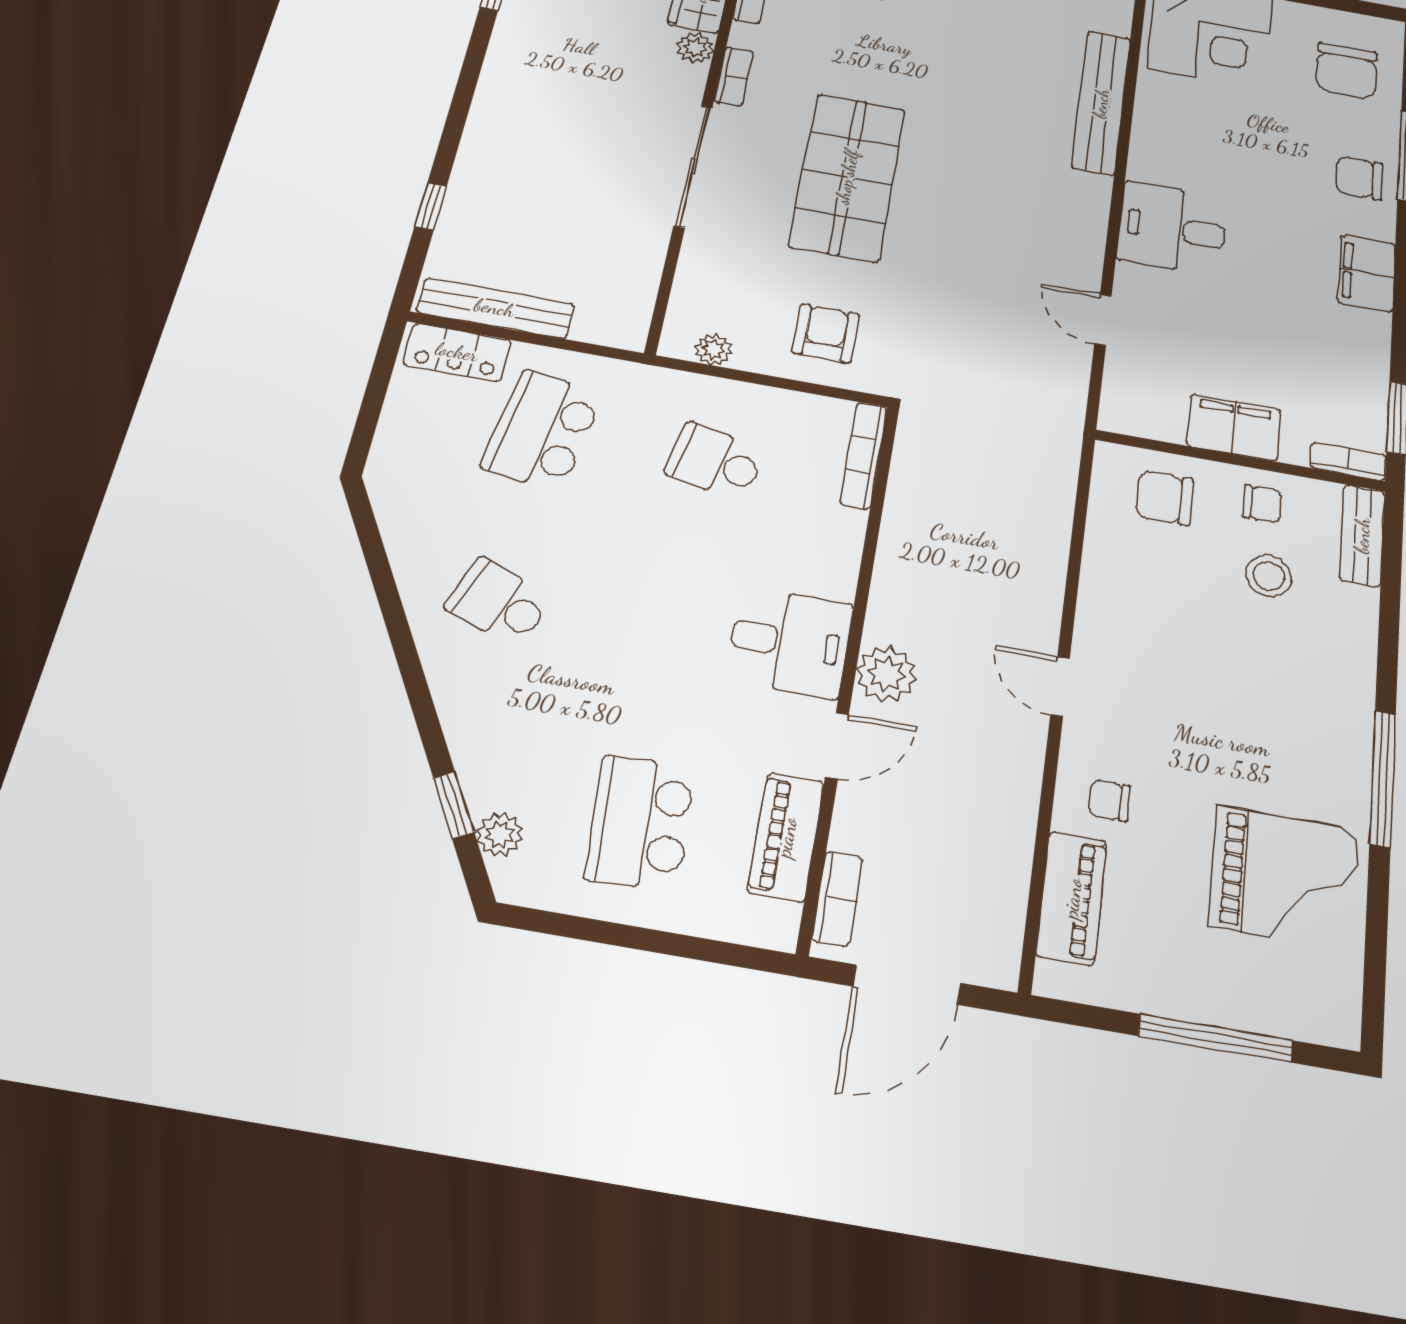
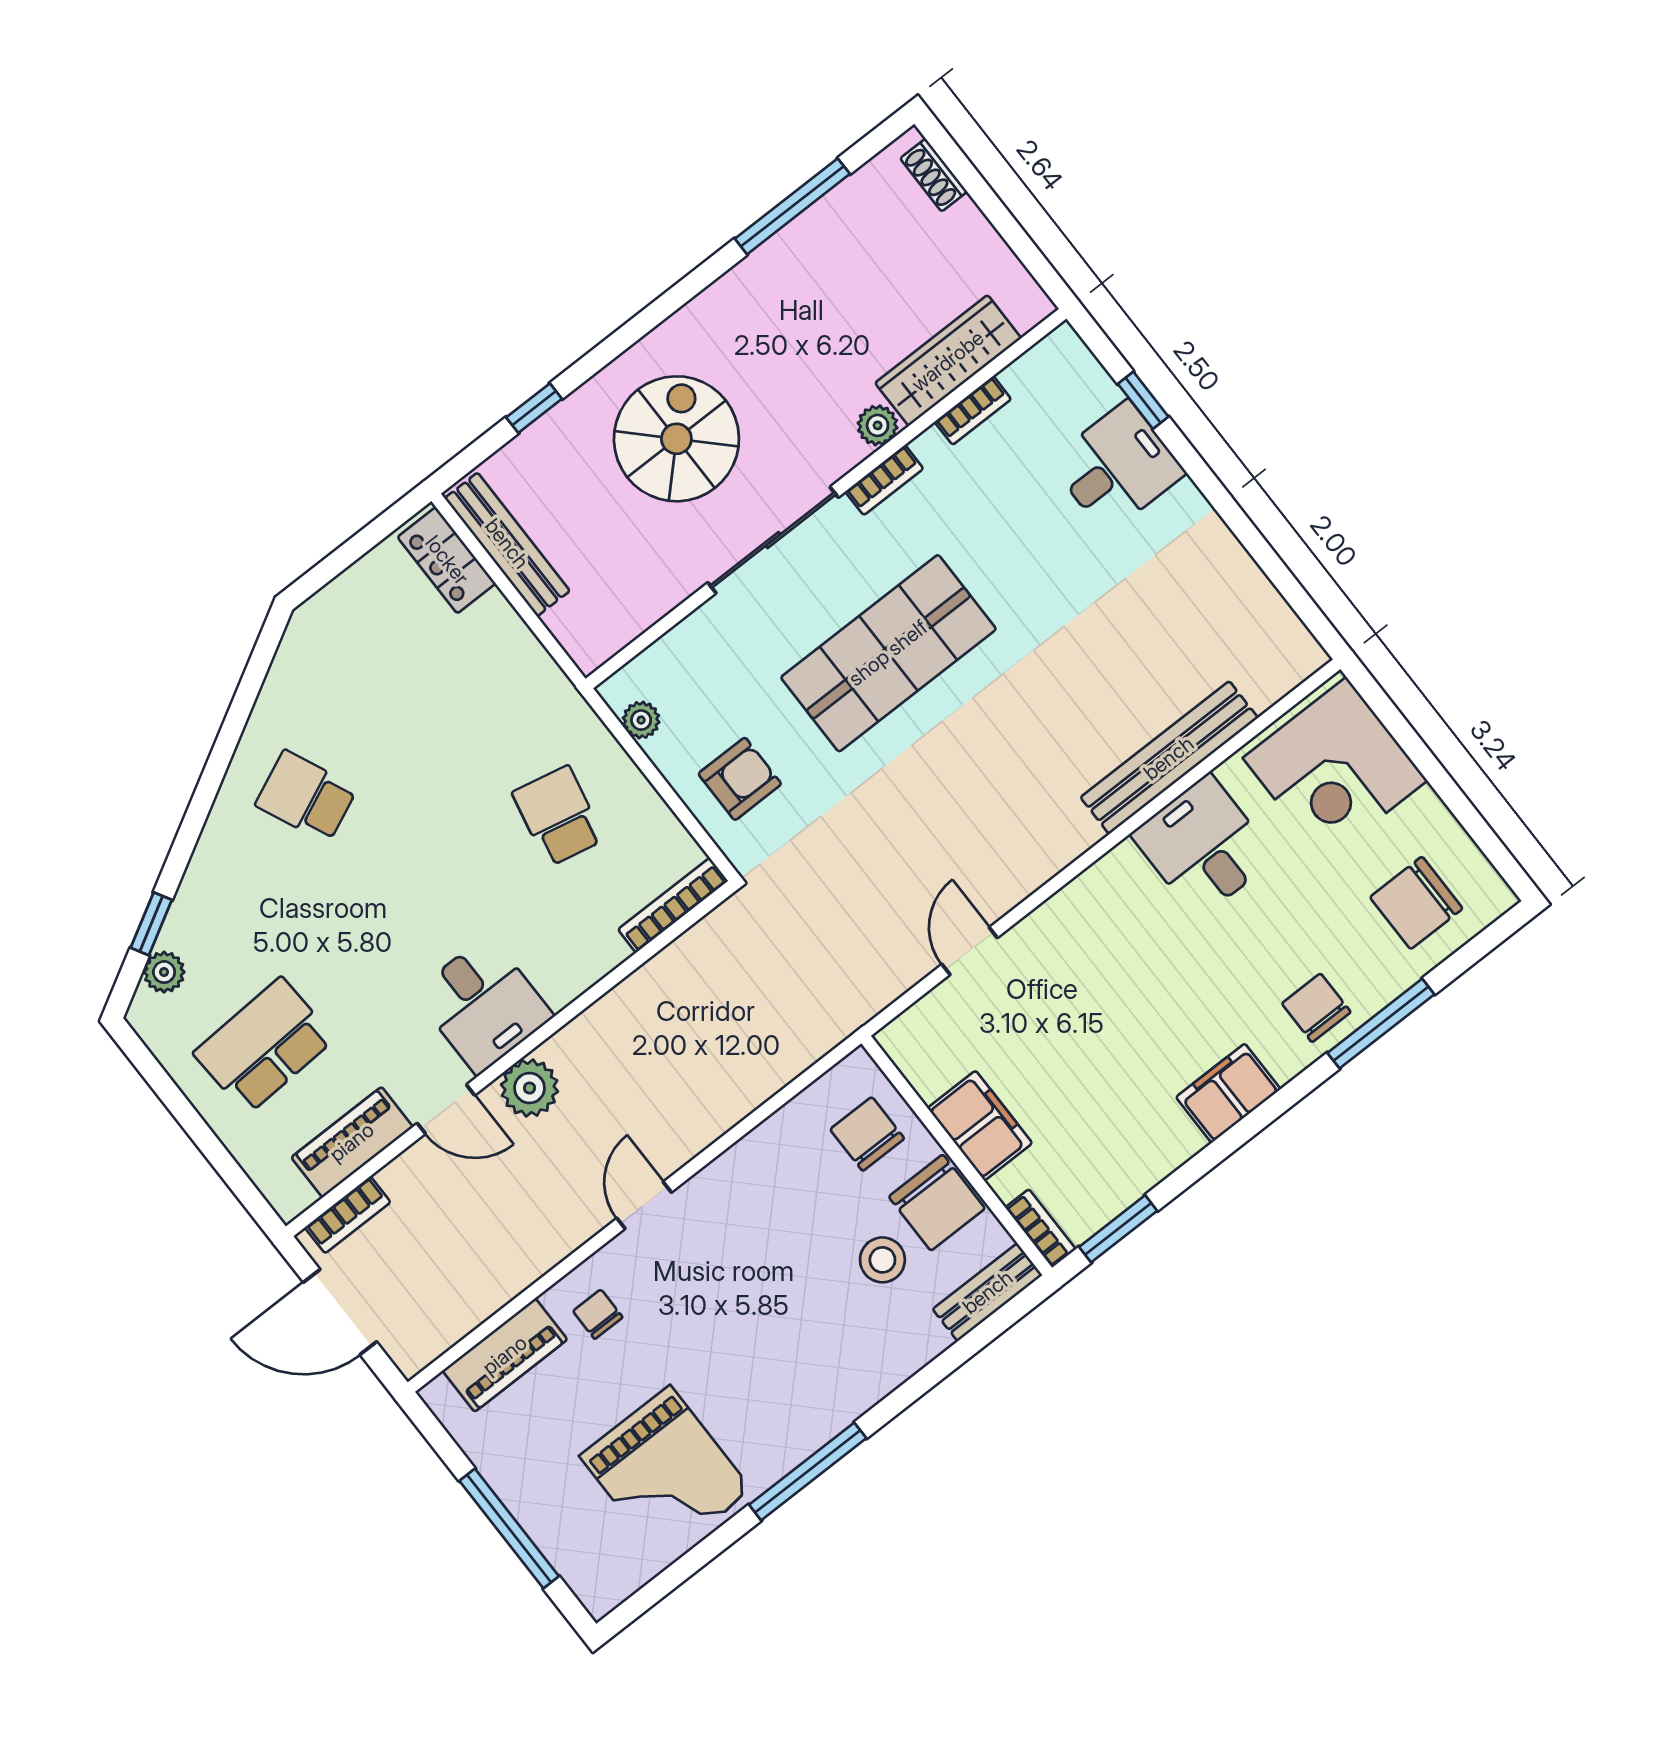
spiral stairs: (558, 153) -> (676, 439), added
desk: (1172, 229) -> (1203, 846), moved
school desk: (542, 431) -> (453, 682), removed
chair: (1262, 504) -> (937, 1203), width x1.87, depth x1.87
school desk: (499, 602) -> (306, 797), turned -45

